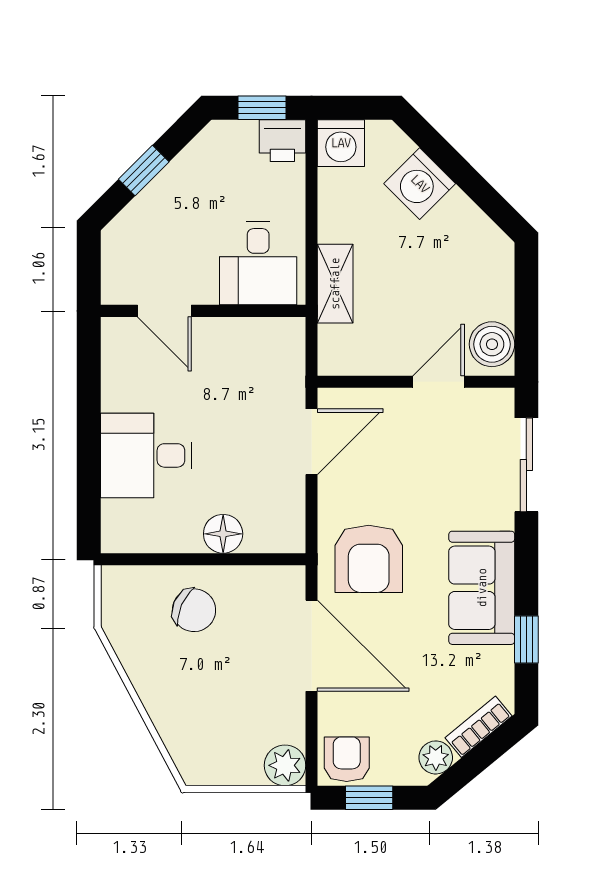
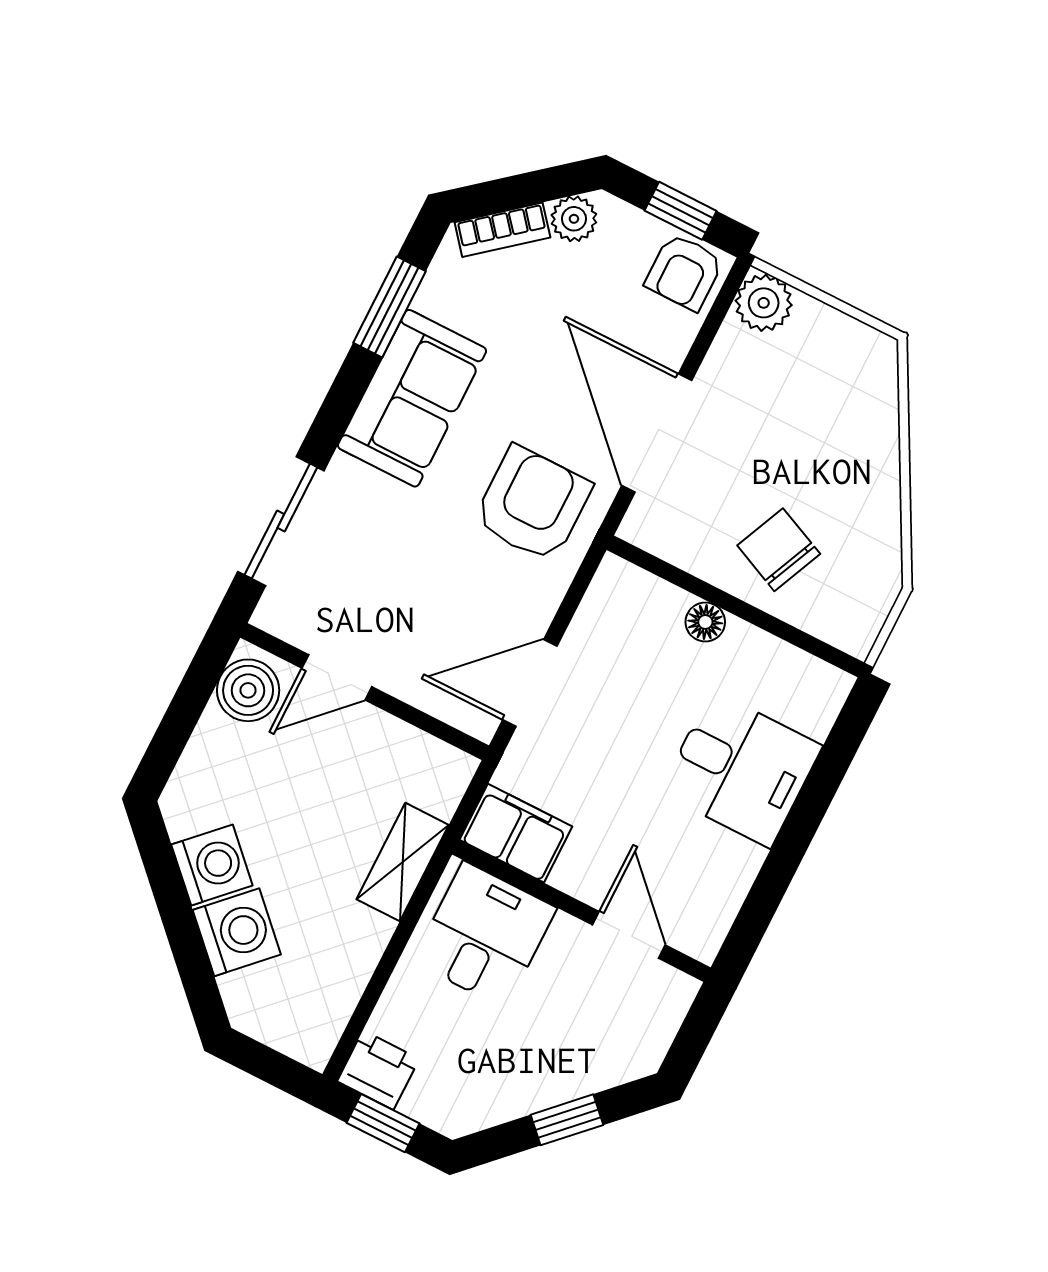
washing machine: (341, 143) -> (212, 865), moved, turned 45
filing cabinet: (271, 340) -> (516, 833), added
floor lamp: (223, 534) -> (705, 622), width x0.73, depth x0.73
window: (526, 640) -> (390, 307), width x1.50

